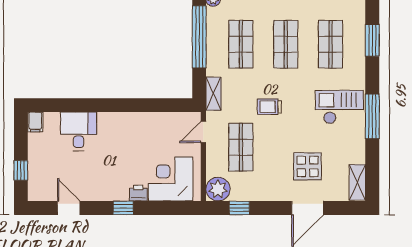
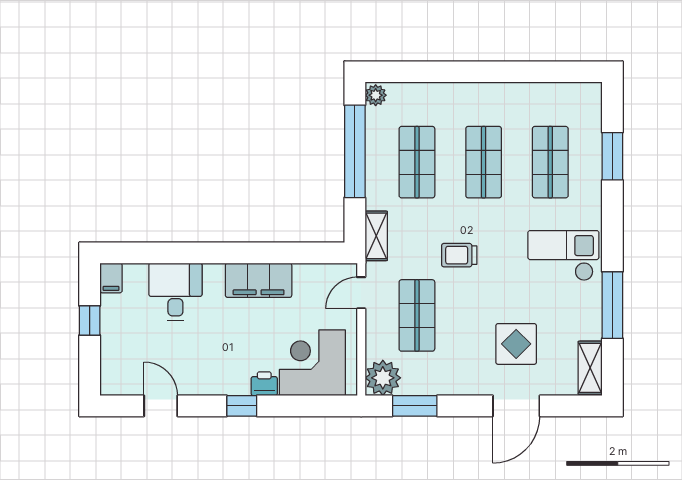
window: (372, 116) -> (612, 305), moved
filing cabinet: (134, 124) -> (259, 280), added
window: (21, 170) -> (90, 321), moved
window: (239, 208) -> (415, 406), width x1.50

